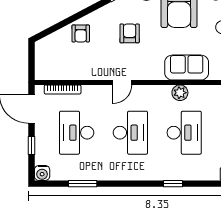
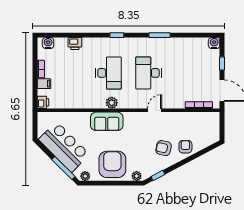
armchair: (130, 33) -> (164, 148), moved, turned 102
desk: (77, 133) -> (188, 73), removed
desk: (184, 133) -> (109, 73), turned 180
window: (83, 184) -> (160, 35), moved

